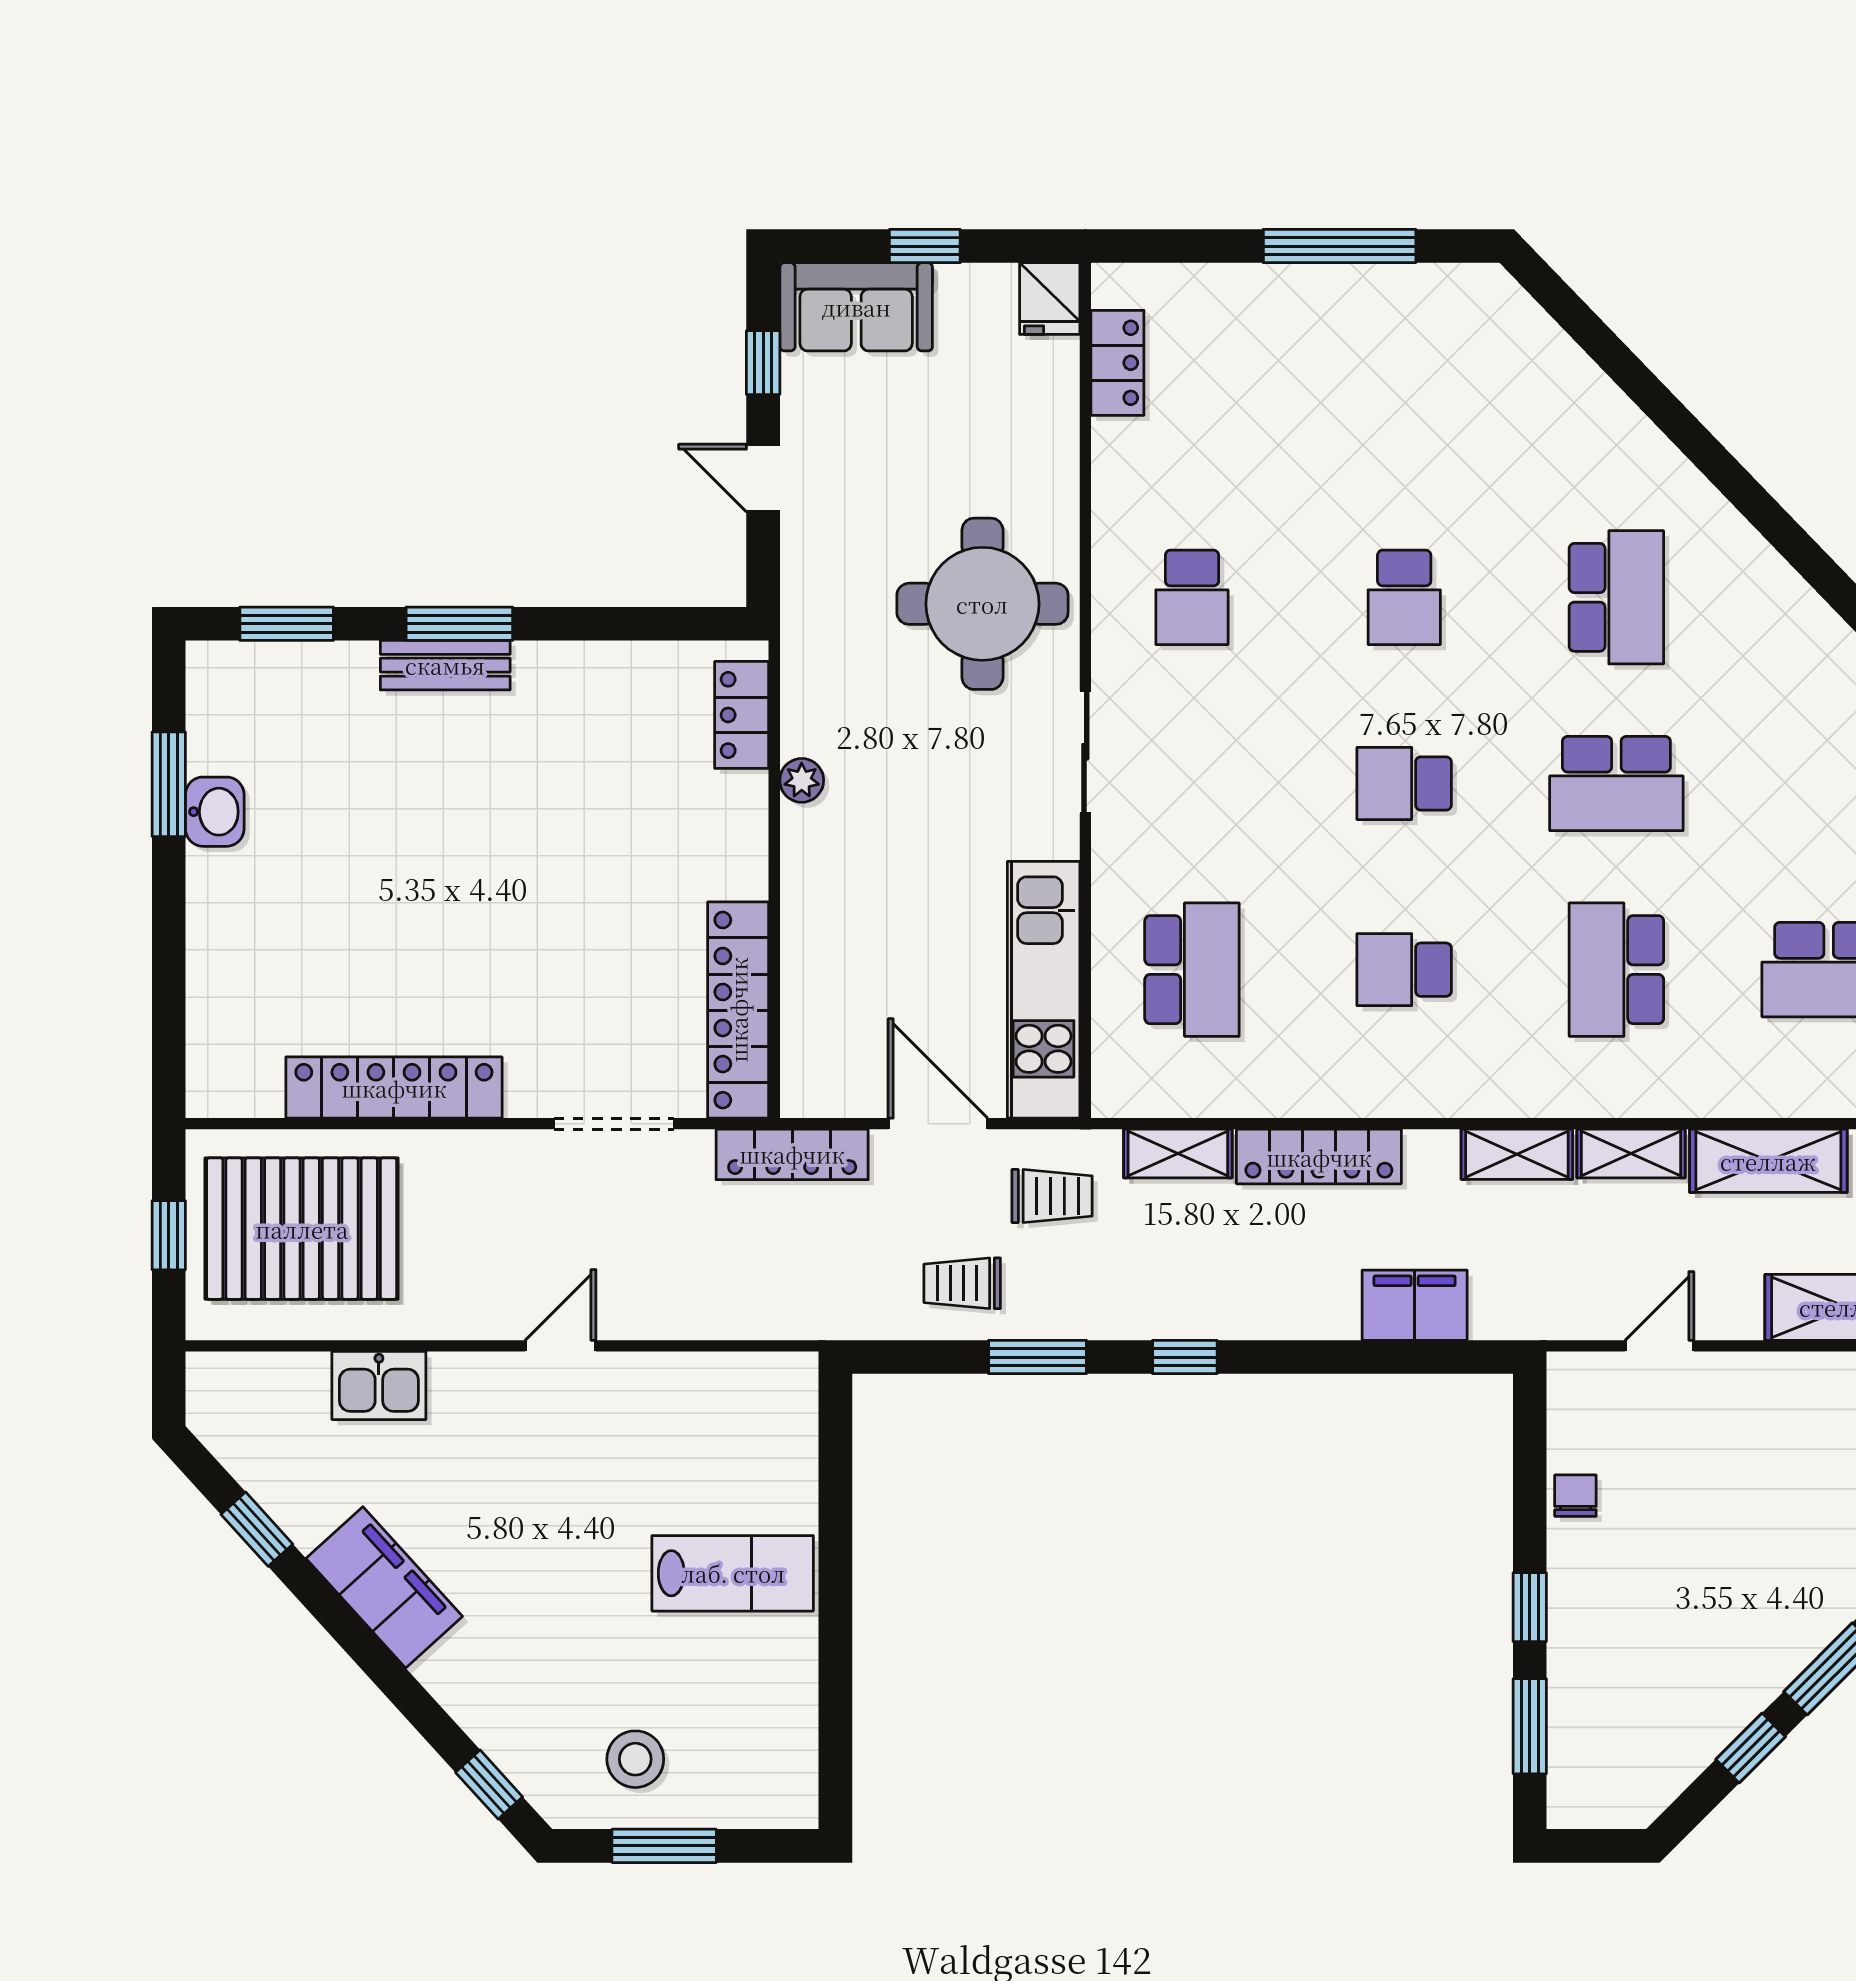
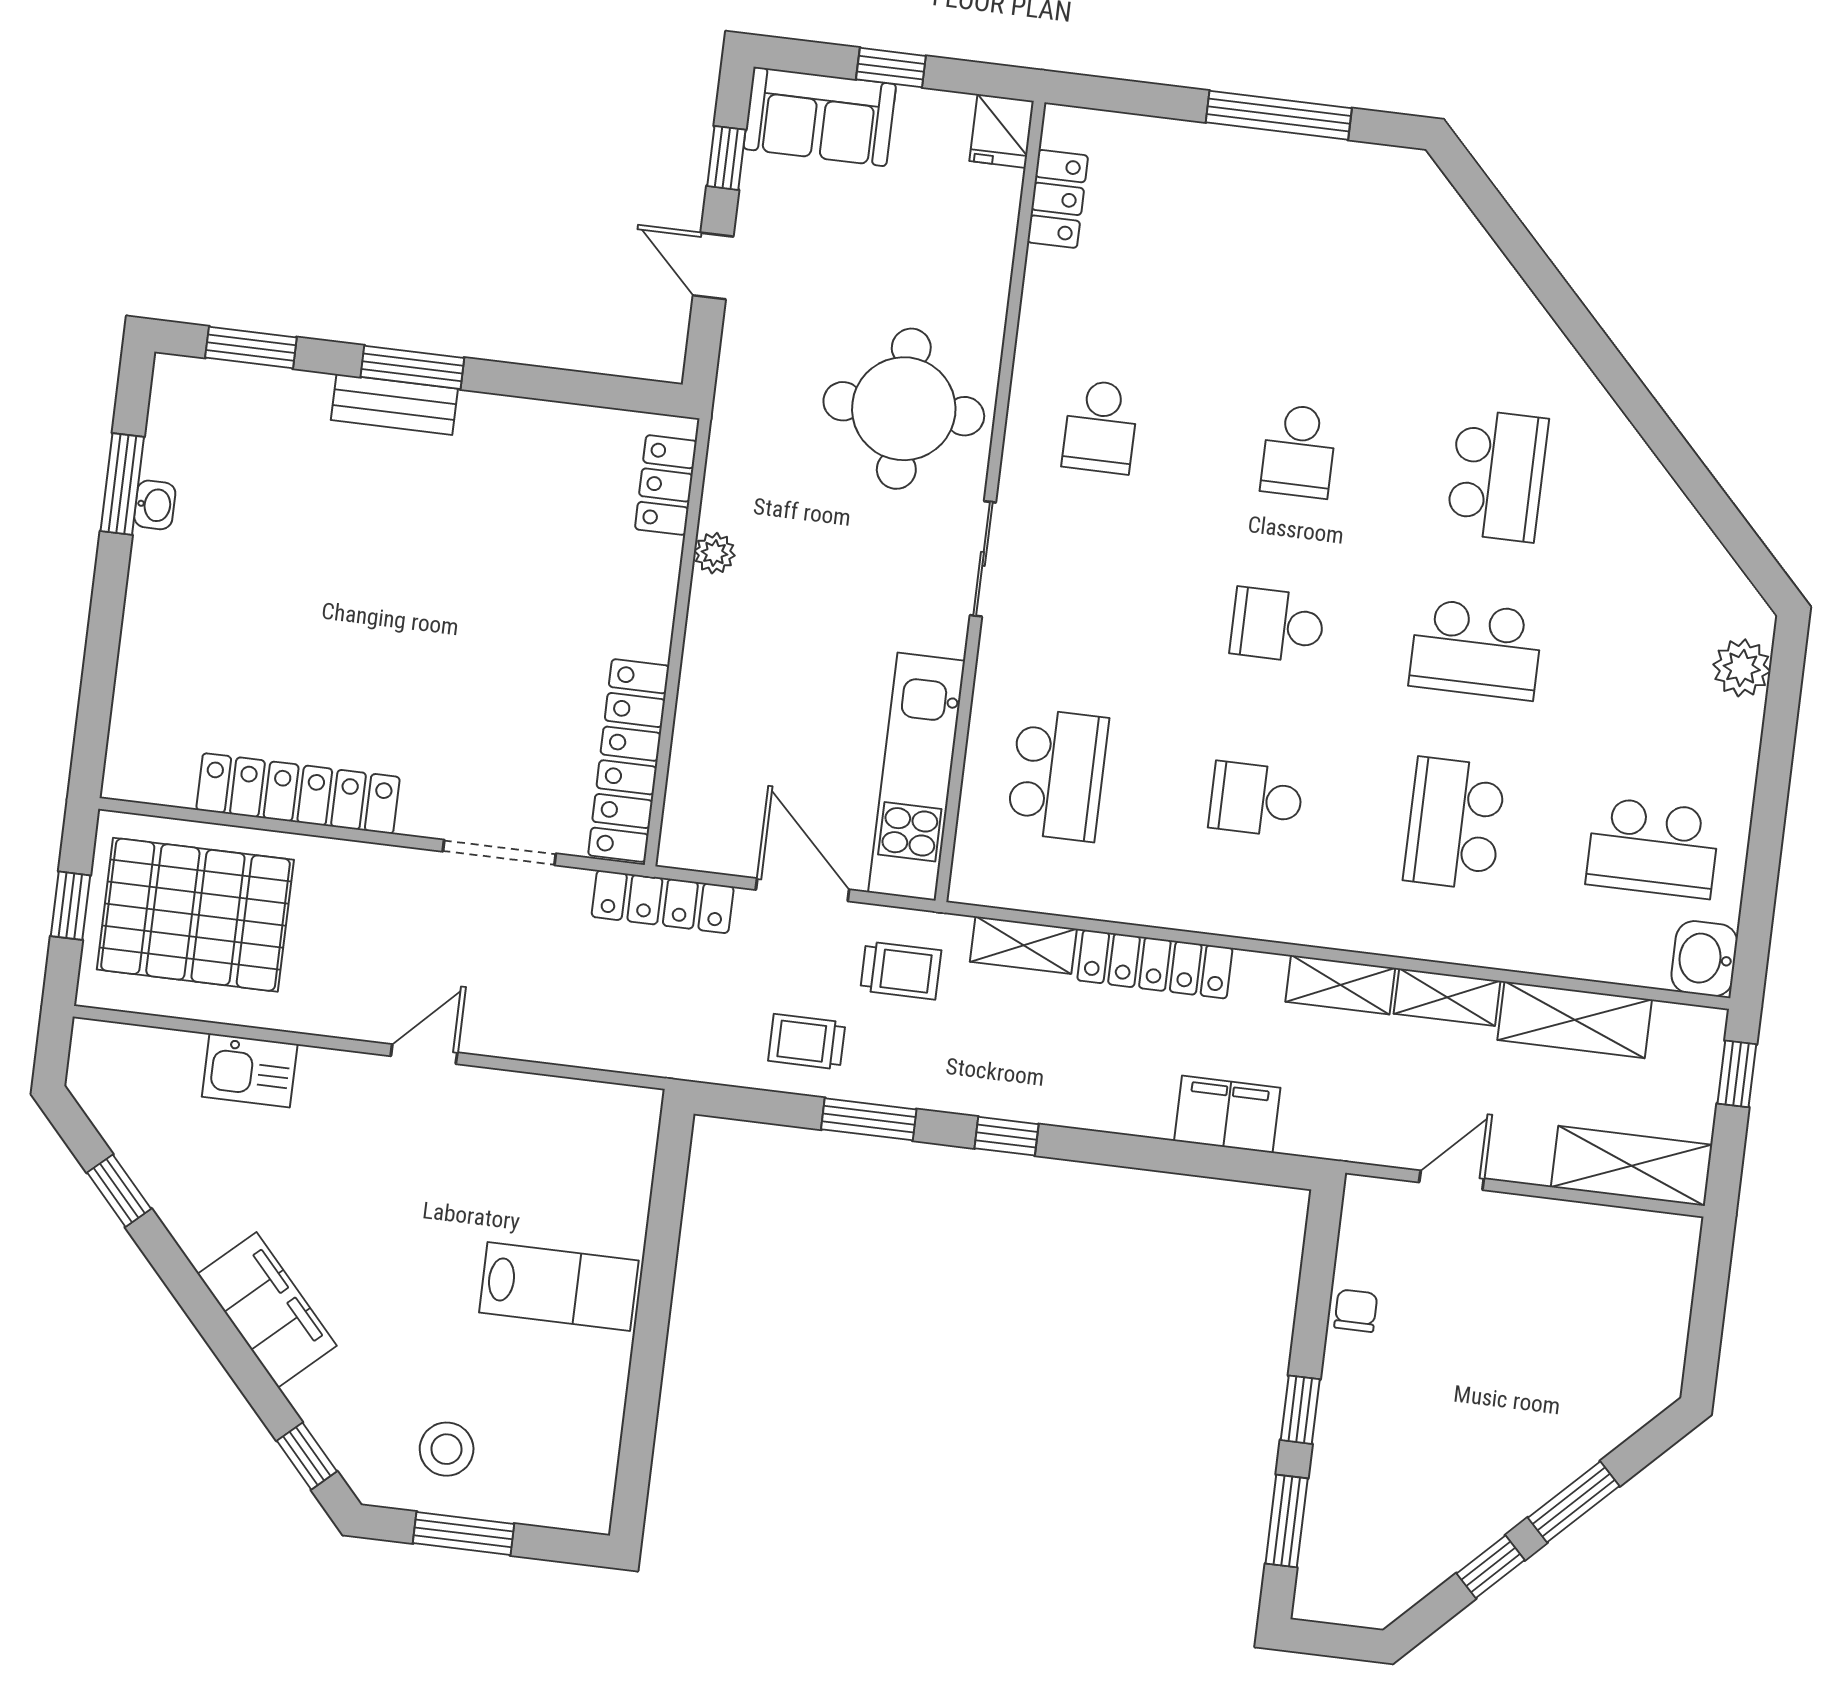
washbasin: (215, 812) -> (155, 505), width x0.72, depth x0.69
filing cabinet: (384, 1587) -> (267, 1310), moved

